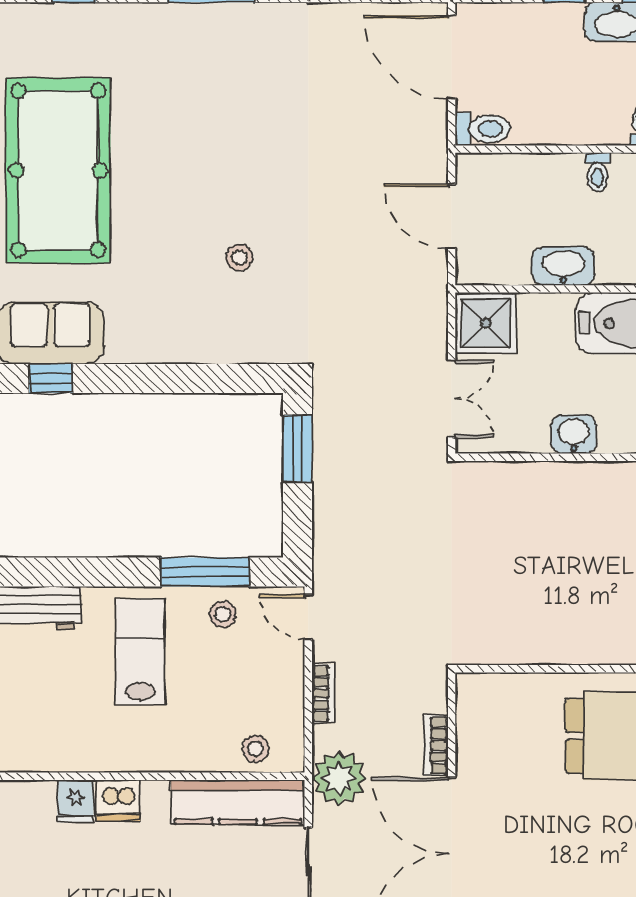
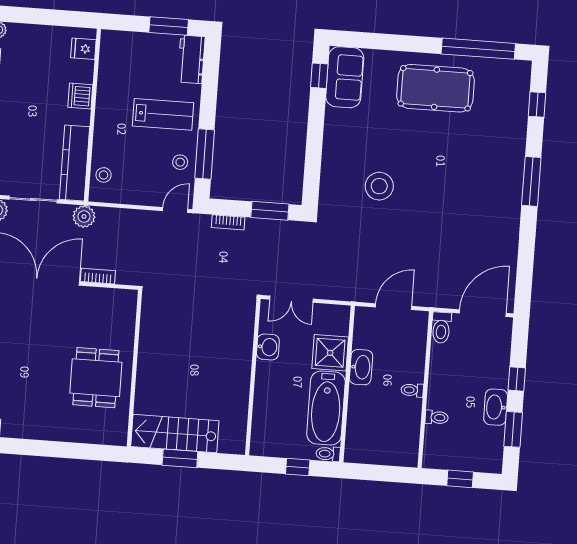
pool table: (58, 170) -> (435, 88), width x0.73, depth x0.76
stool: (239, 257) -> (379, 186), width x1.89, depth x1.89
shower: (486, 323) -> (330, 353), moved
washbasin: (574, 434) -> (268, 347), moved
bookcase: (324, 694) -> (228, 222), moved
plant: (339, 778) -> (84, 216), width x0.73, depth x0.73
fridge: (76, 801) -> (83, 49), moved

